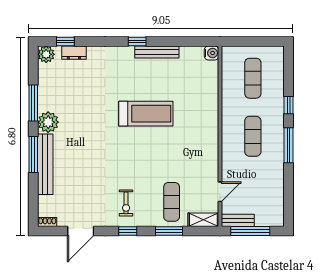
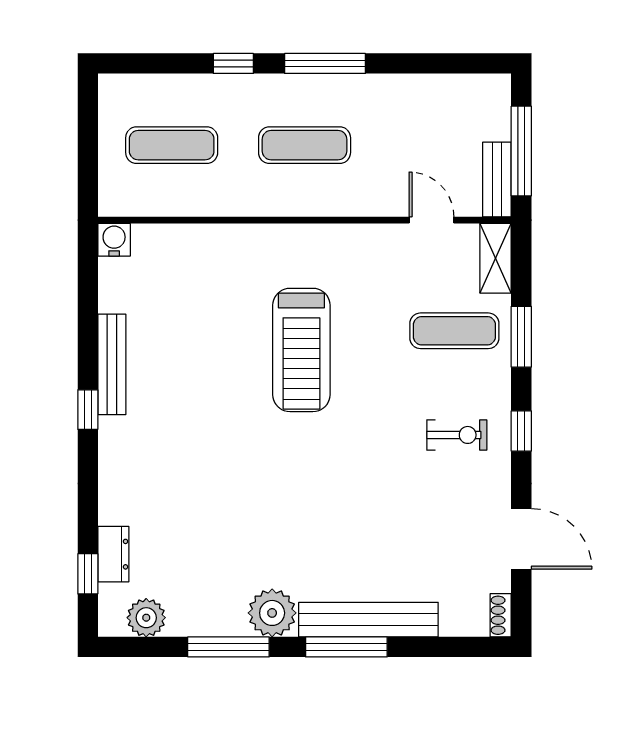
plant: (46, 54) -> (146, 618), moved
treadmill: (146, 114) -> (301, 350), moved, turned 180

